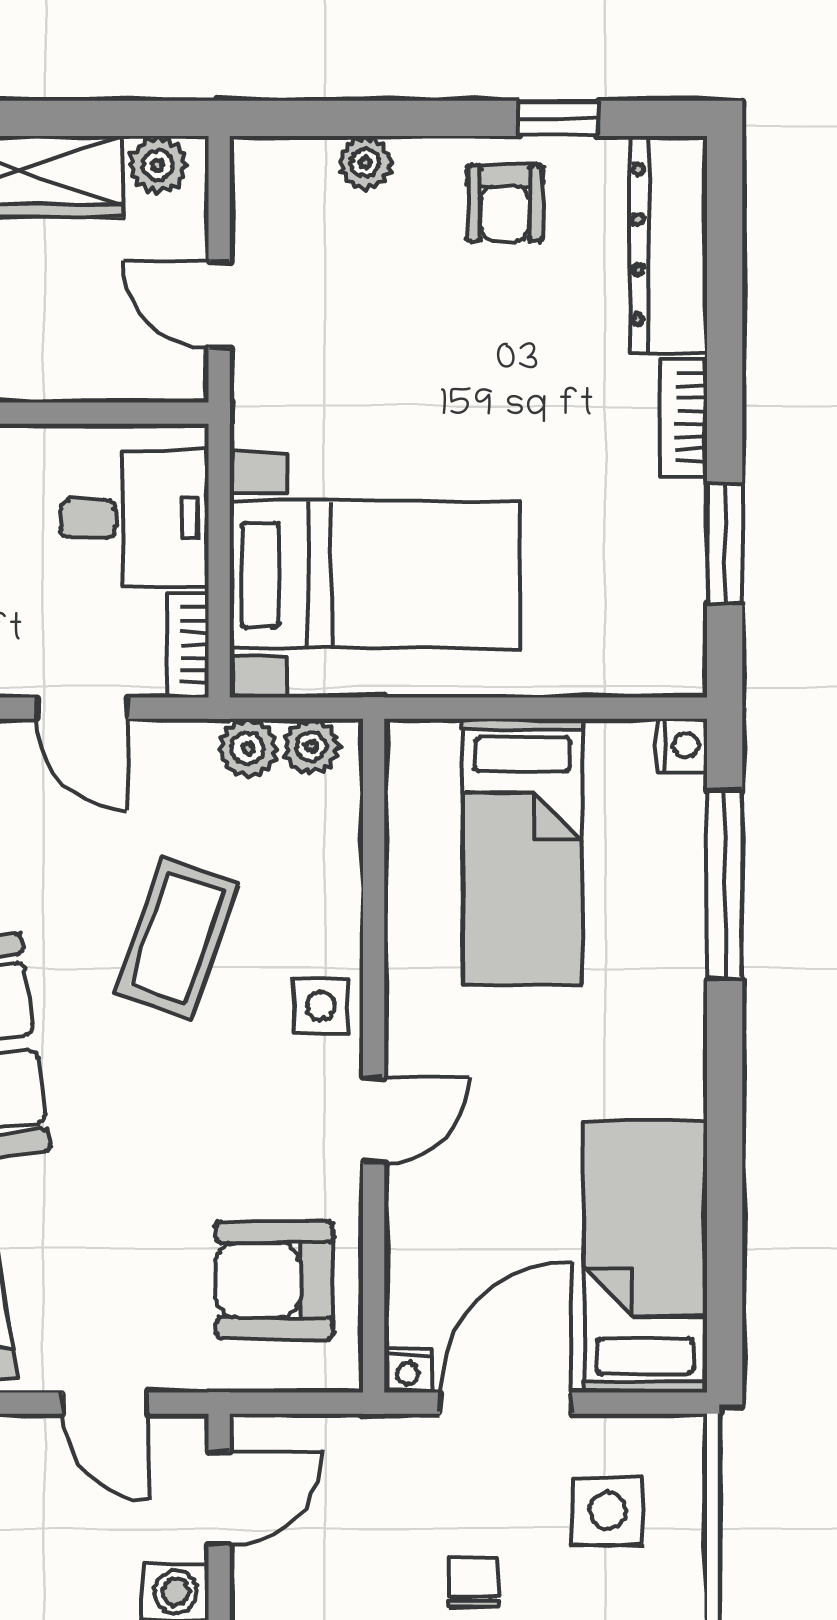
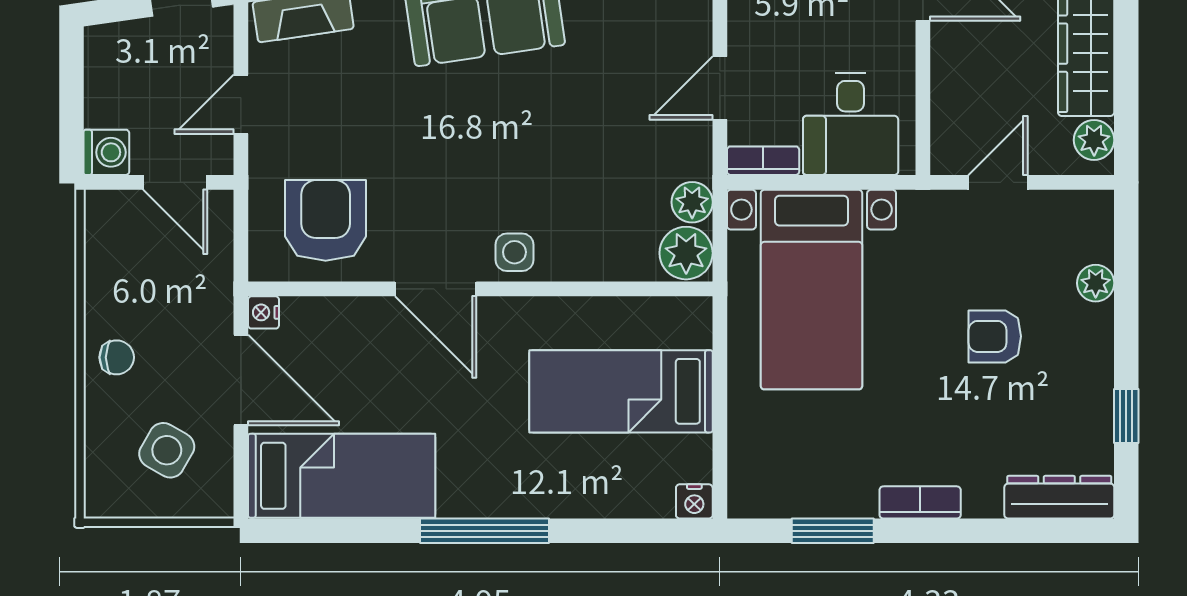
armchair: (505, 203) -> (995, 336), moved
dresser: (668, 244) -> (1059, 497), width x0.73, depth x0.80
plant: (311, 747) -> (686, 253), width x1.38, depth x1.38
window: (725, 884) -> (484, 531), moved
coffee table: (177, 938) -> (561, 153), removed
door: (374, 1120) -> (436, 289), width x1.38
side table: (608, 1511) -> (167, 450), turned 30

